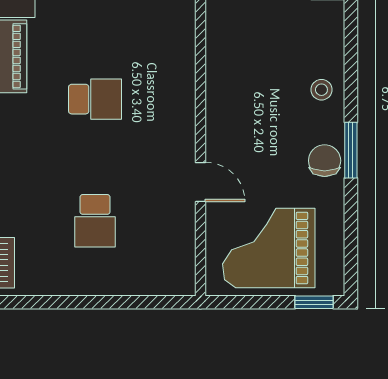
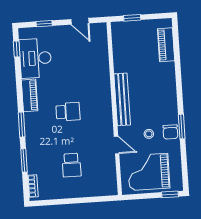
bench: (220, 79) -> (122, 99), added
stool: (321, 90) -> (149, 134), moved
chair: (325, 161) -> (170, 132), turned 180

